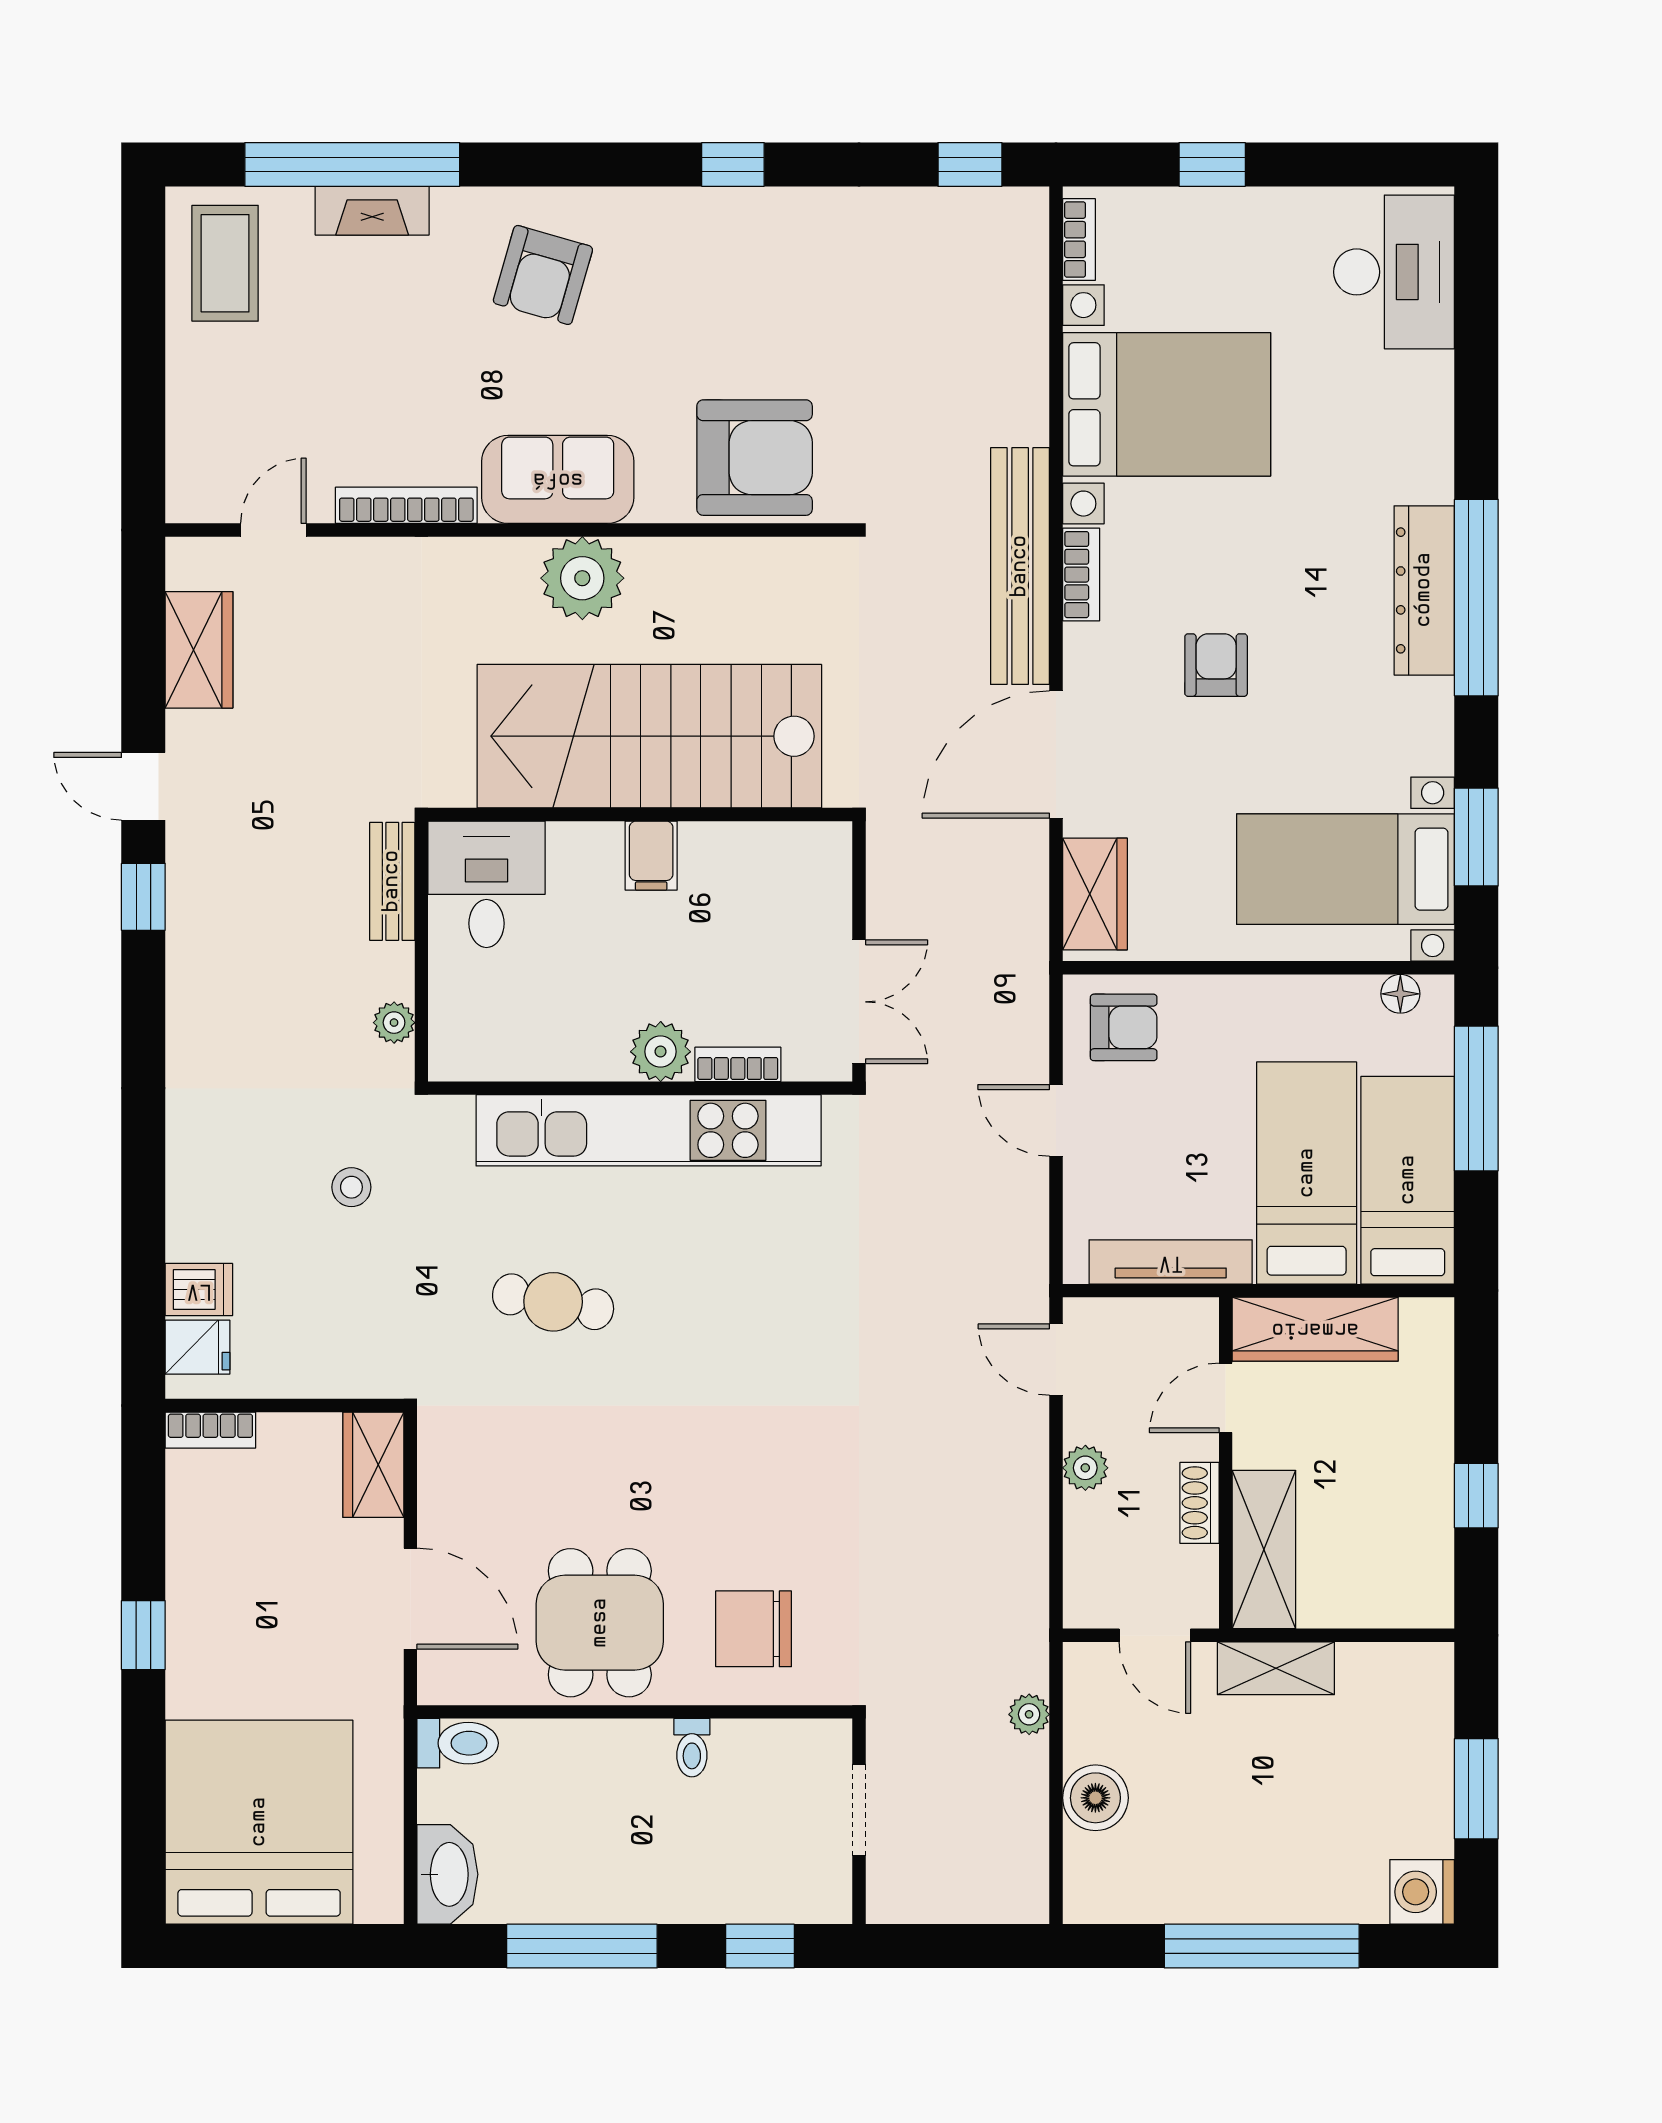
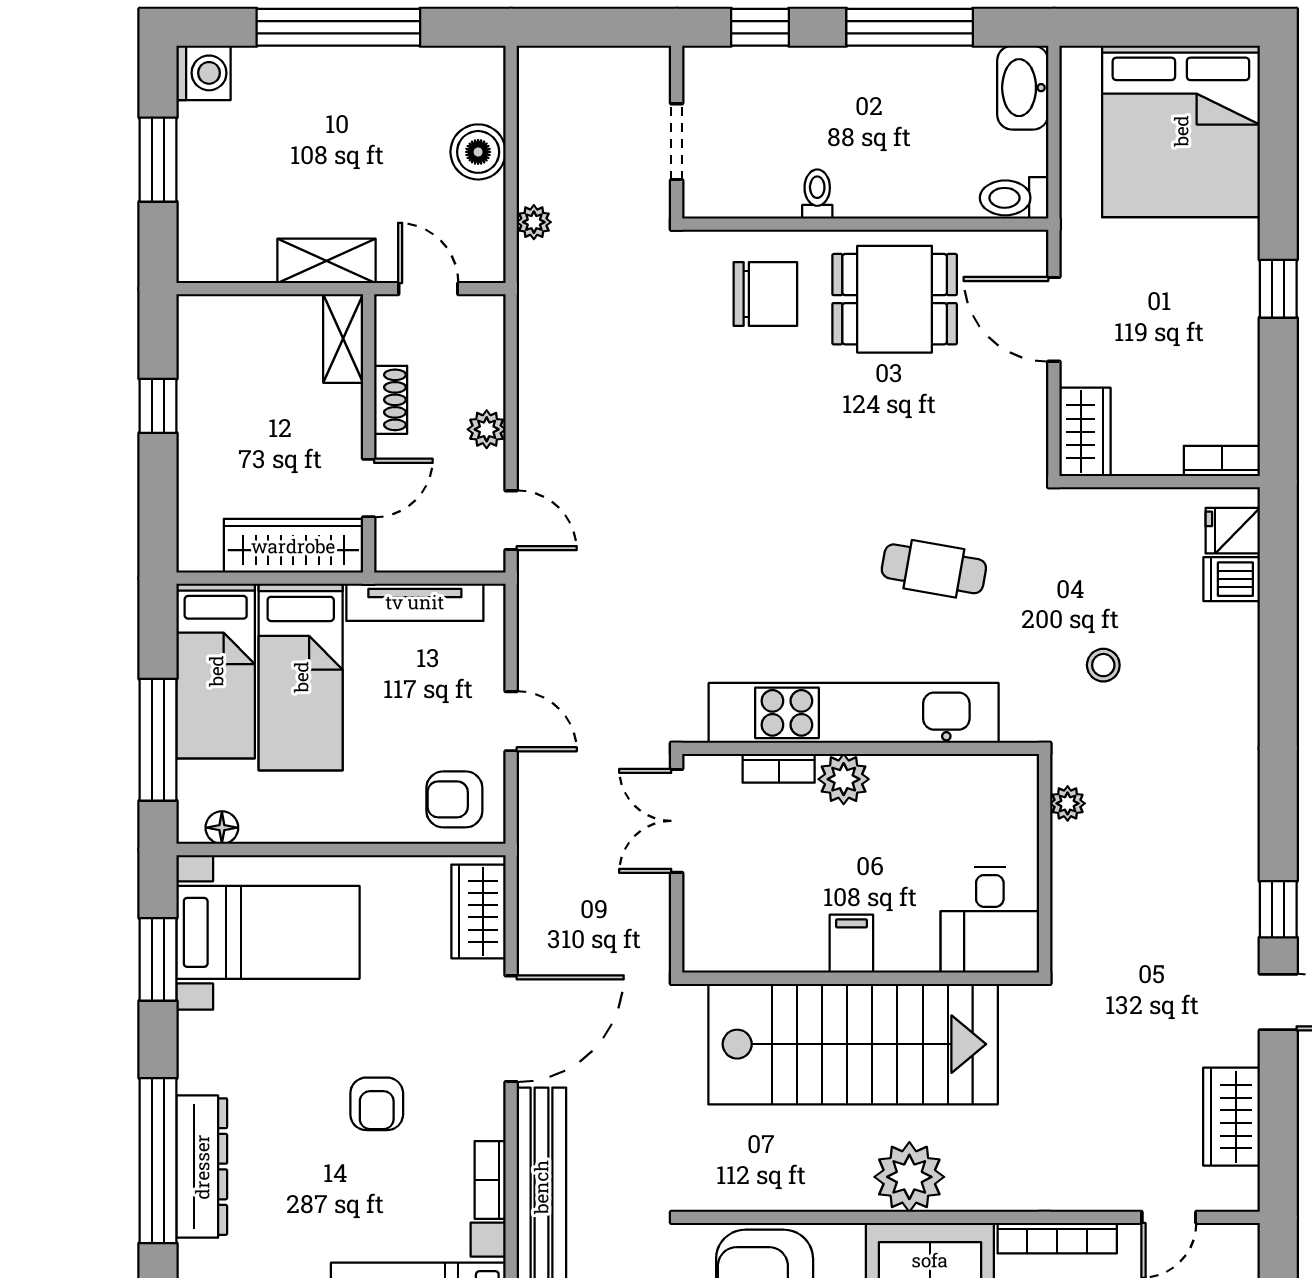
bench: (392, 881) -> (1069, 922), removed
shelving: (1264, 1550) -> (343, 338), width x0.67, depth x0.75
dining table: (600, 1623) -> (895, 299), turned 90

